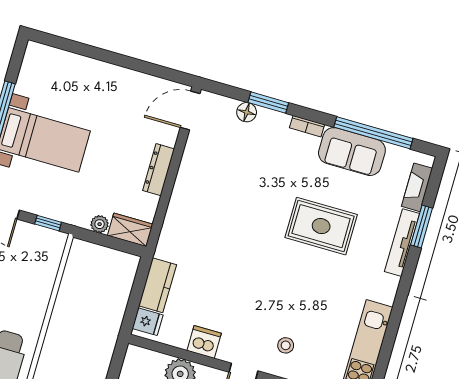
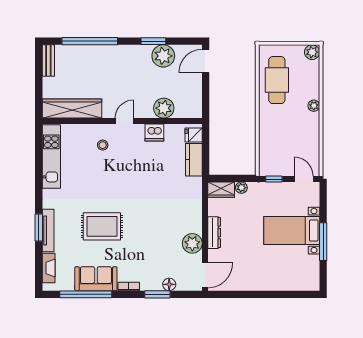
plant: (195, 163) -> (192, 243), added
window: (422, 226) -> (39, 228), moved

